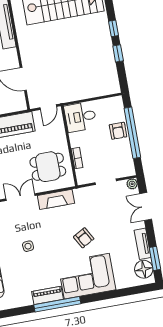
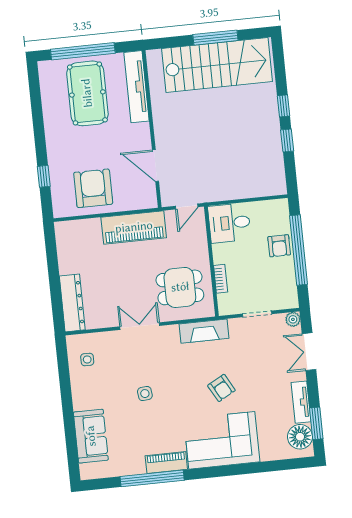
fireplace: (56, 199) -> (204, 331), moved
window: (57, 304) -> (152, 478), moved

